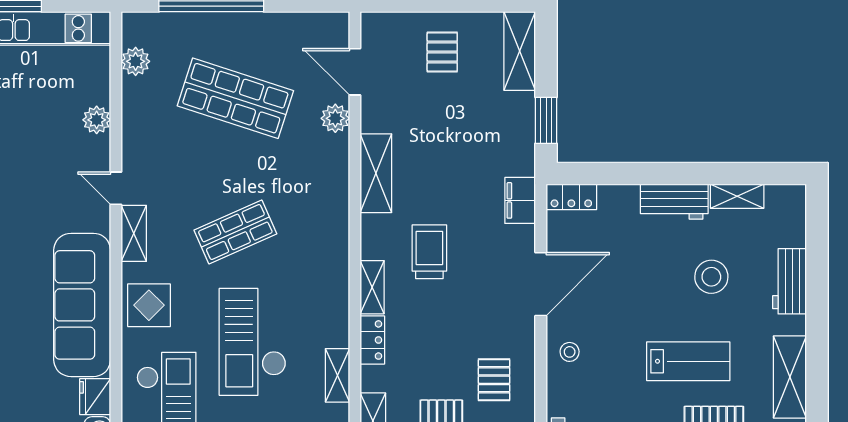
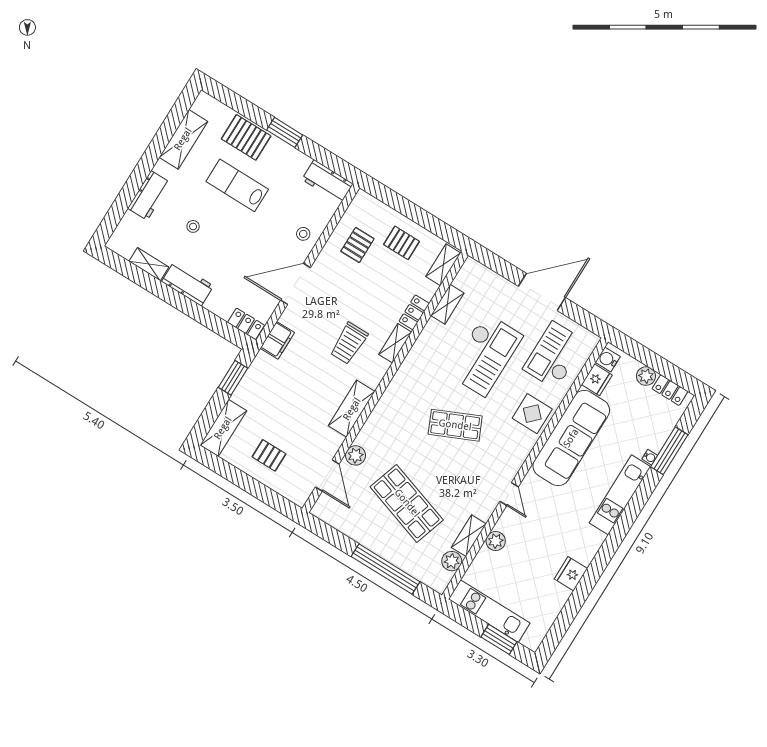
pallet: (442, 52) -> (269, 455), turned 90
shelving: (134, 233) -> (469, 536), moved
stool: (711, 277) -> (193, 226), width x0.53, depth x0.53

